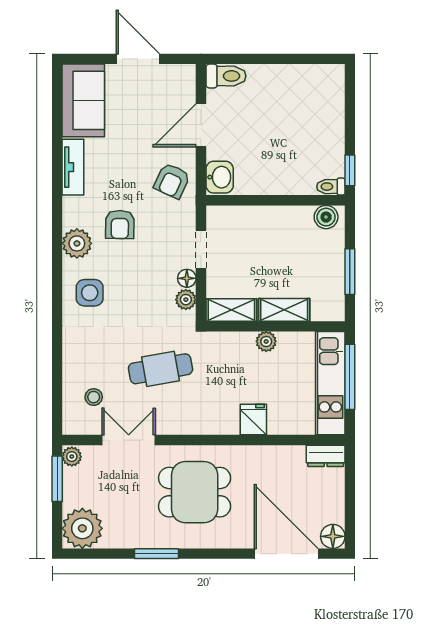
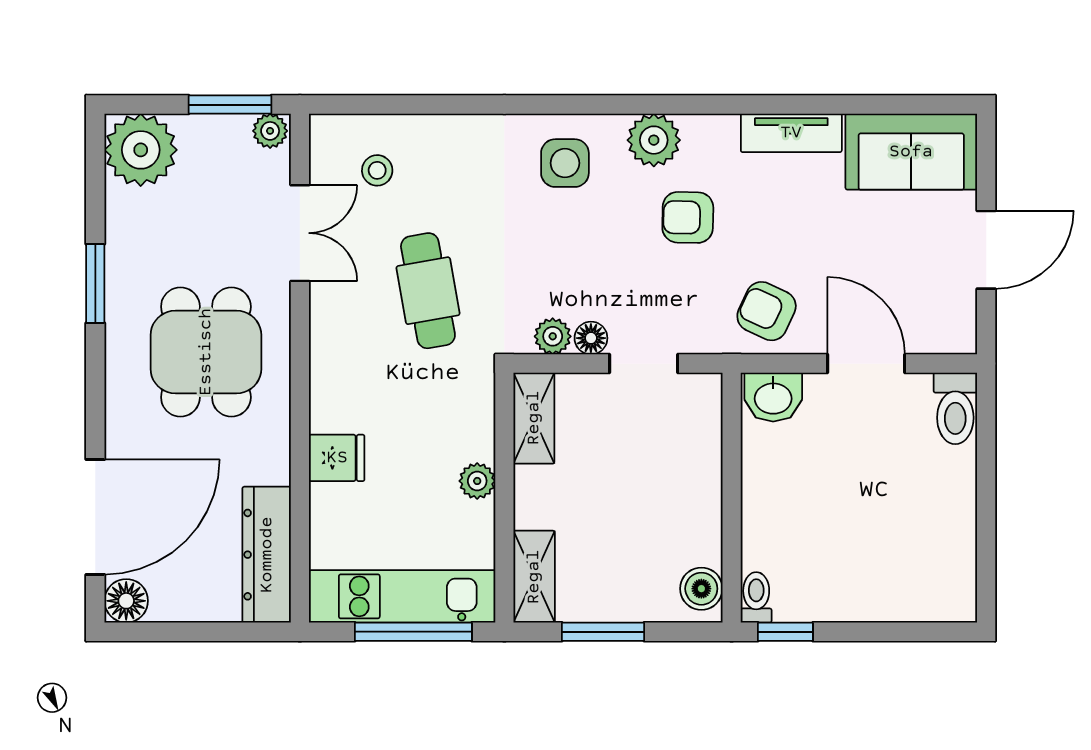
shelving: (284, 310) -> (534, 577), moved
dresser: (326, 456) -> (267, 555), width x1.96, depth x1.24

